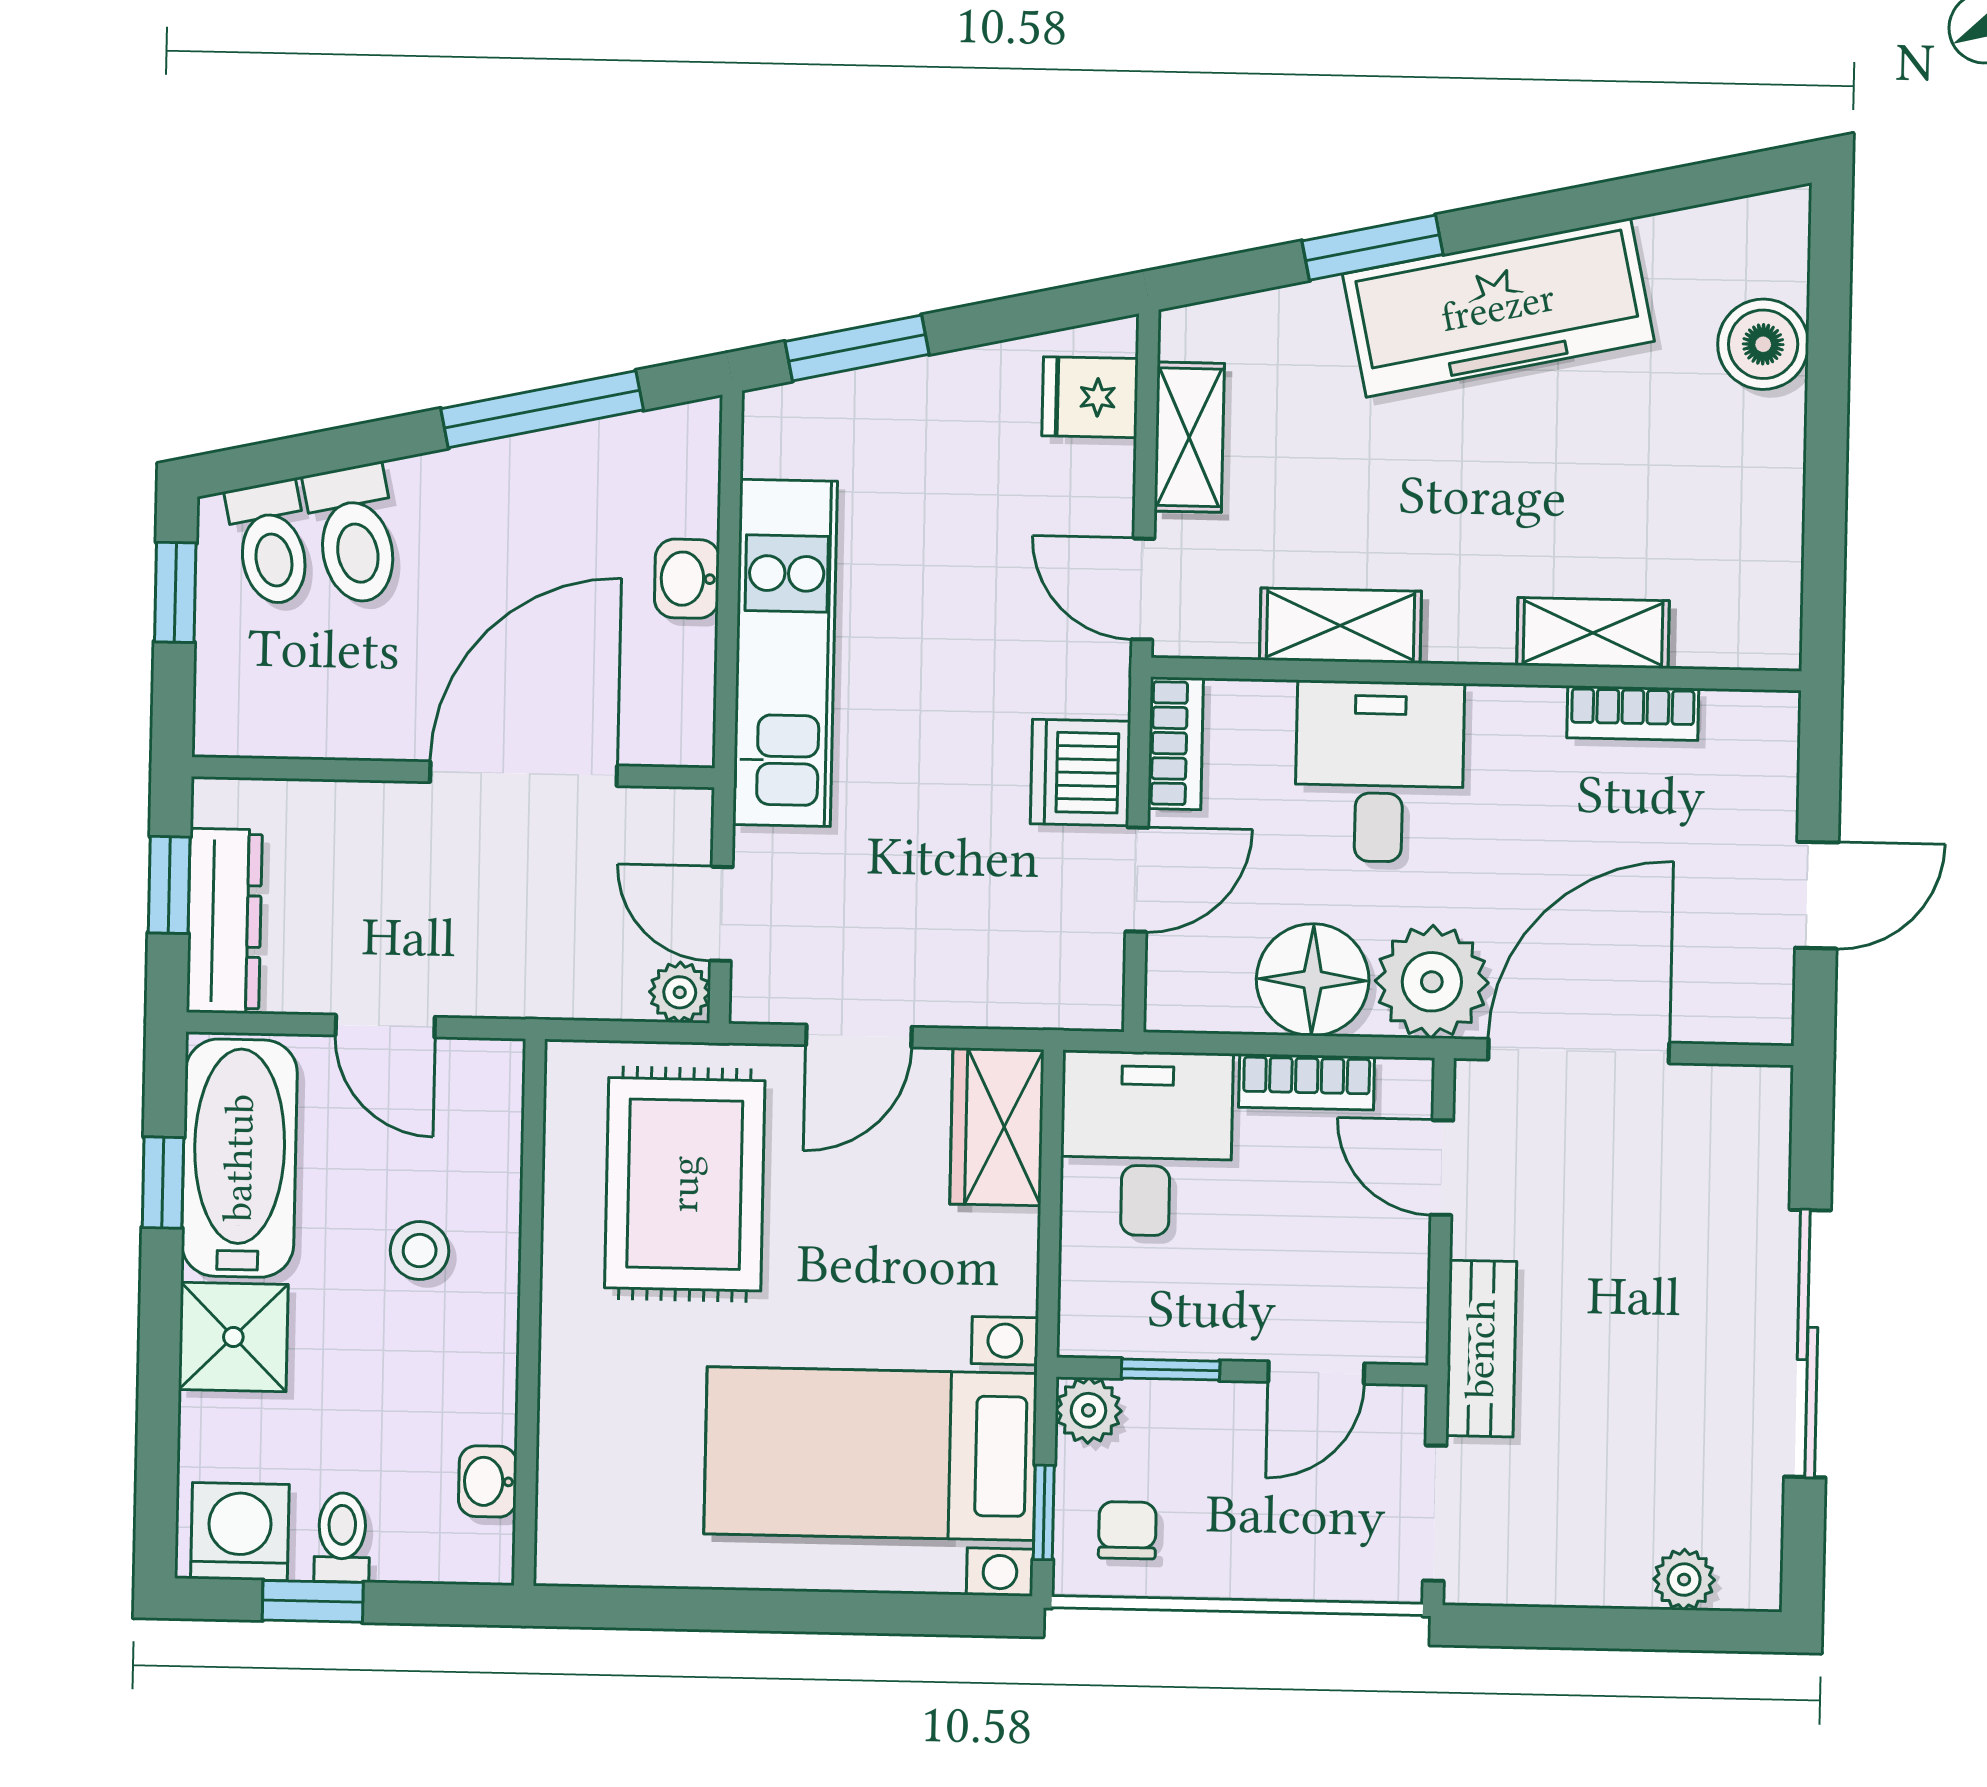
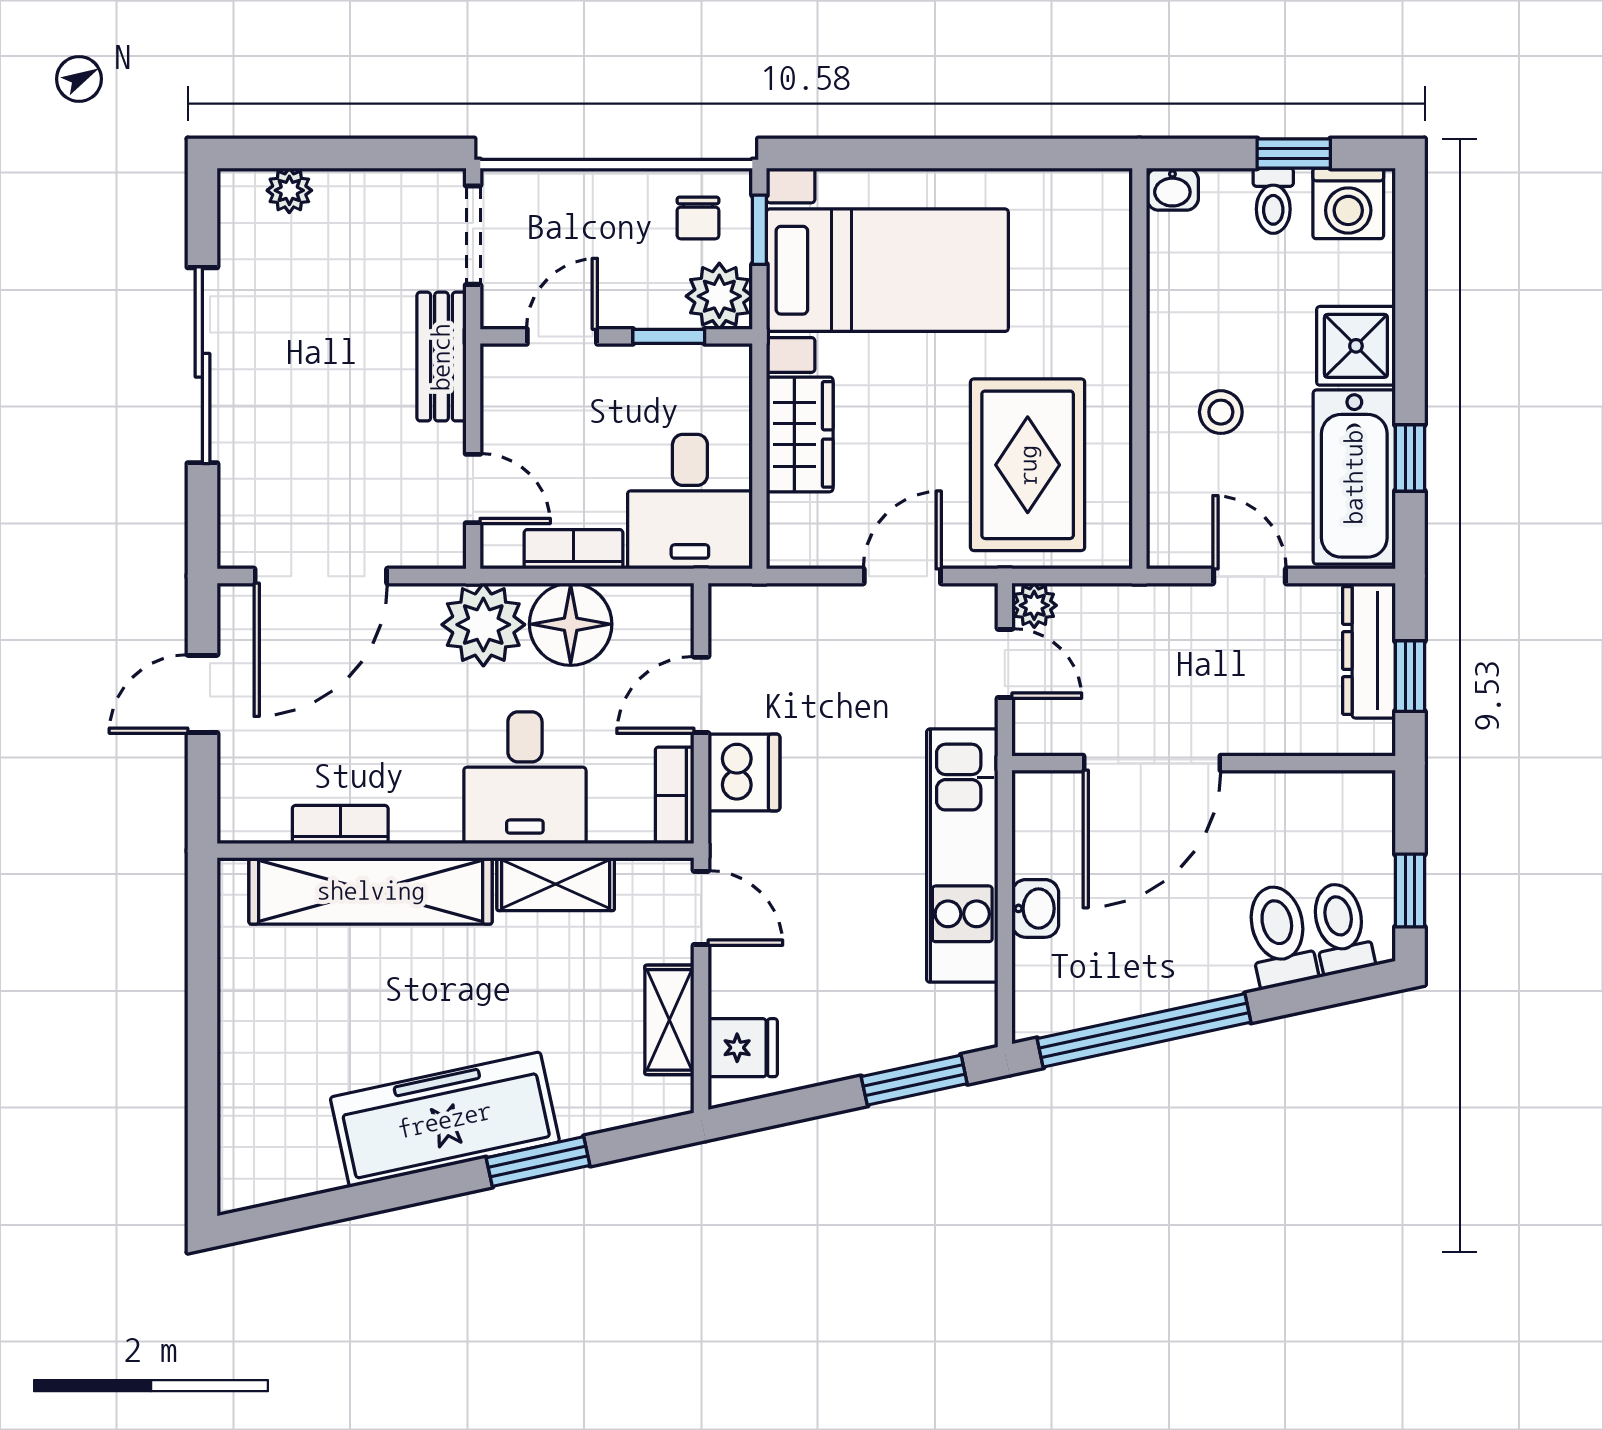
boiler: (1763, 344) -> (250, 1097), removed
window: (542, 409) -> (1144, 1030), width x1.46
shelving: (1593, 633) -> (371, 891), width x2.20, depth x1.33
door: (1579, 1051) -> (321, 576), moved
wardrobe: (997, 1127) -> (800, 434), moved
plant: (1088, 1410) -> (719, 296), width x1.38, depth x1.38
washbasin: (488, 1481) -> (1172, 189), moved, turned 90

